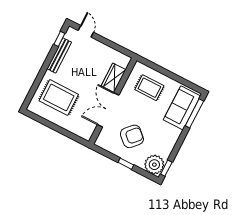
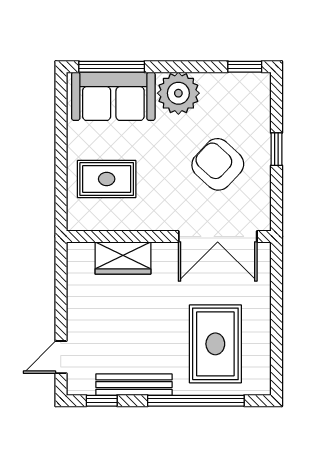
window: (40, 78) -> (196, 401), added
rug: (149, 88) -> (107, 179), turned 90
double door: (108, 110) -> (218, 236), moved
plant: (154, 165) -> (178, 93), moved

